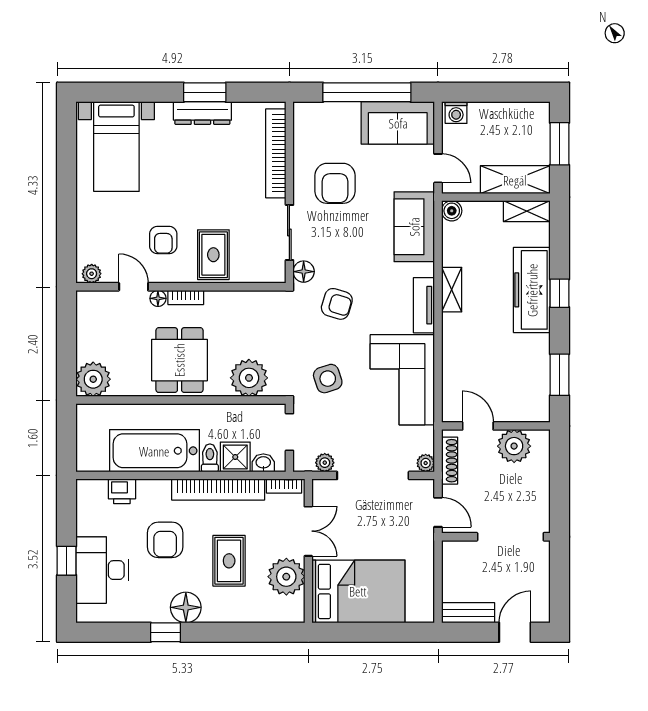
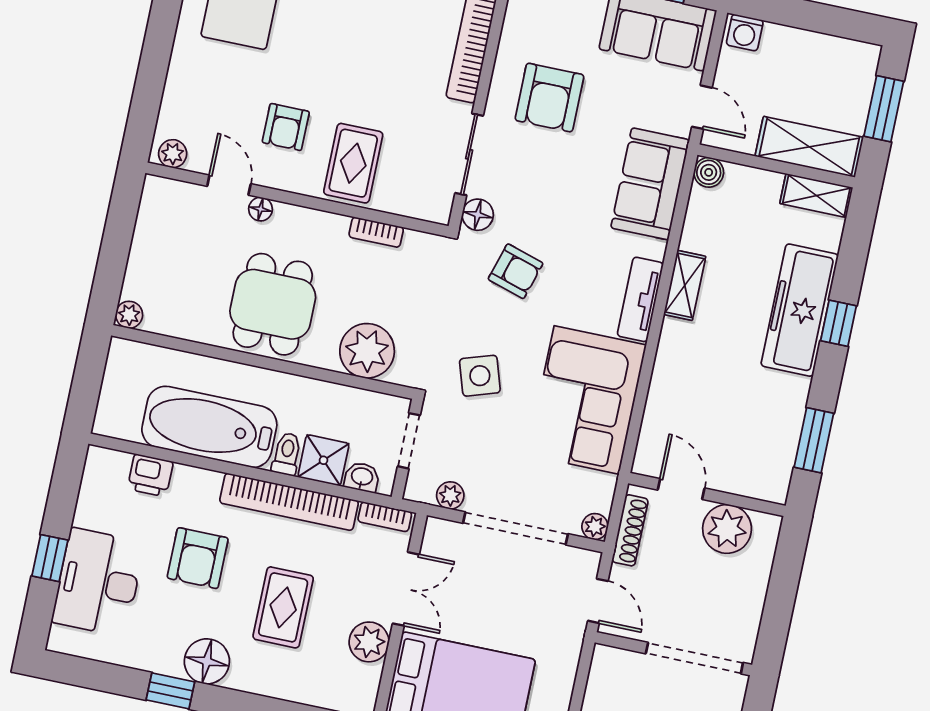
bookcase: (186, 297) -> (376, 232), moved
plant: (93, 379) -> (129, 315), width x0.53, depth x0.53
plant: (286, 577) -> (369, 642), width x0.73, depth x0.73

